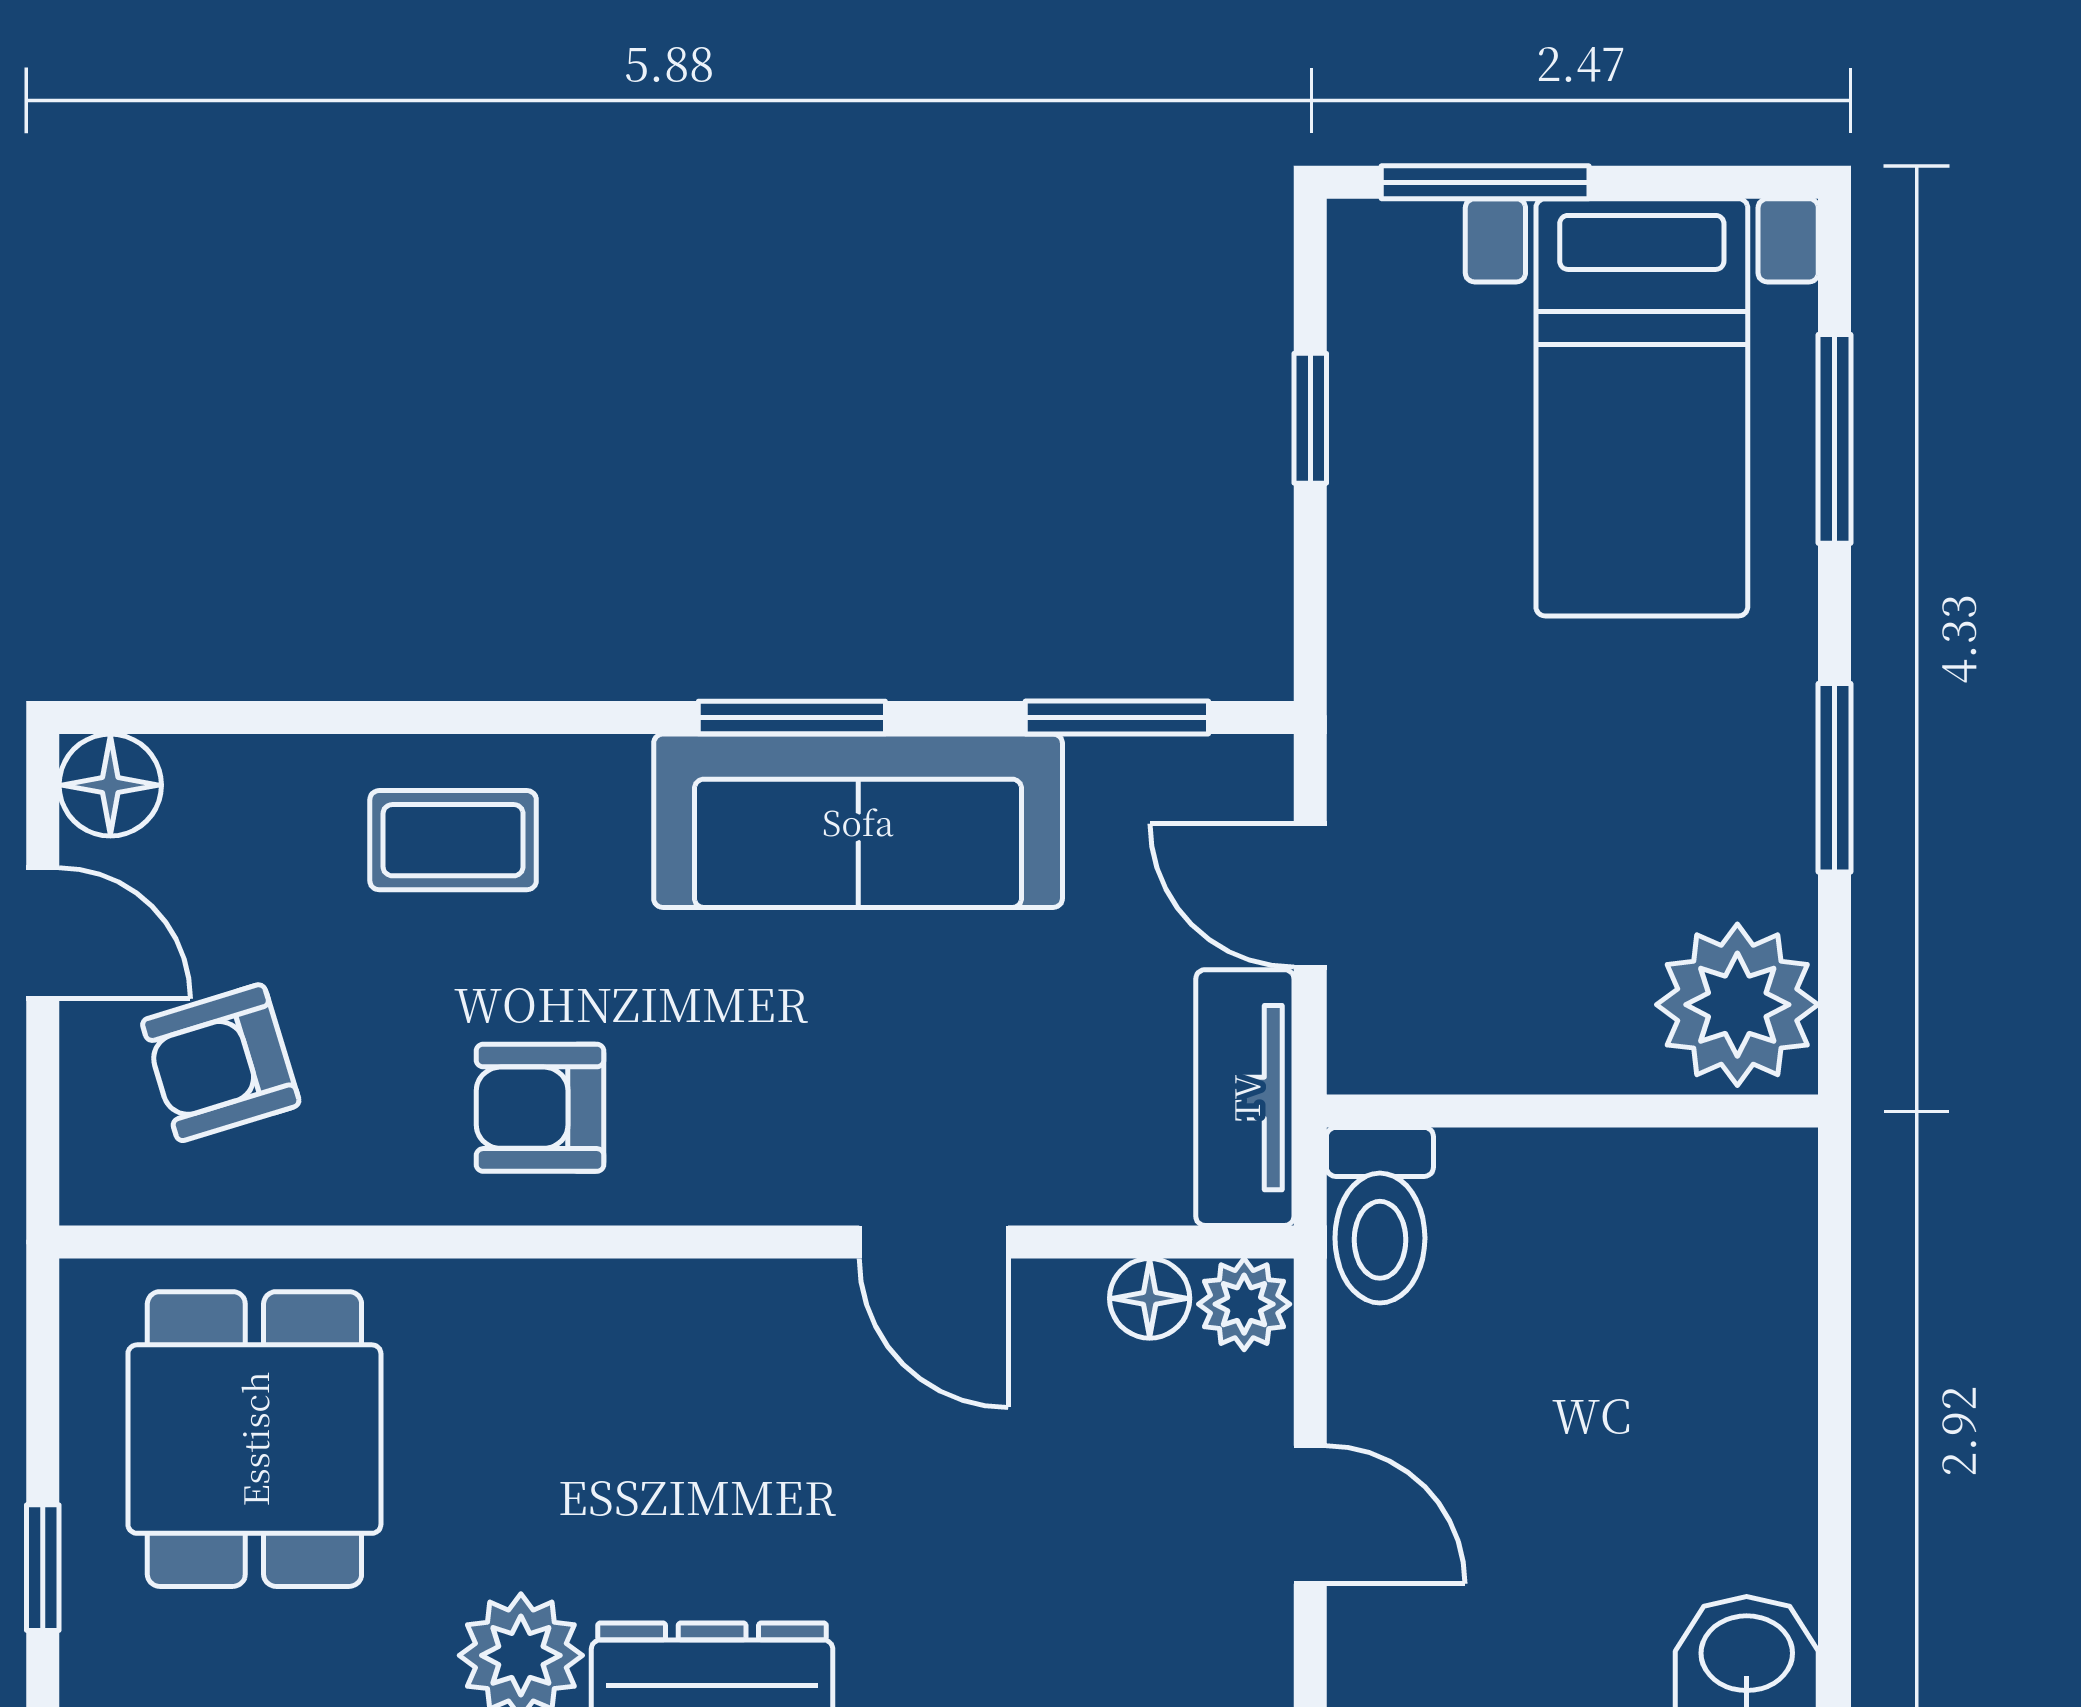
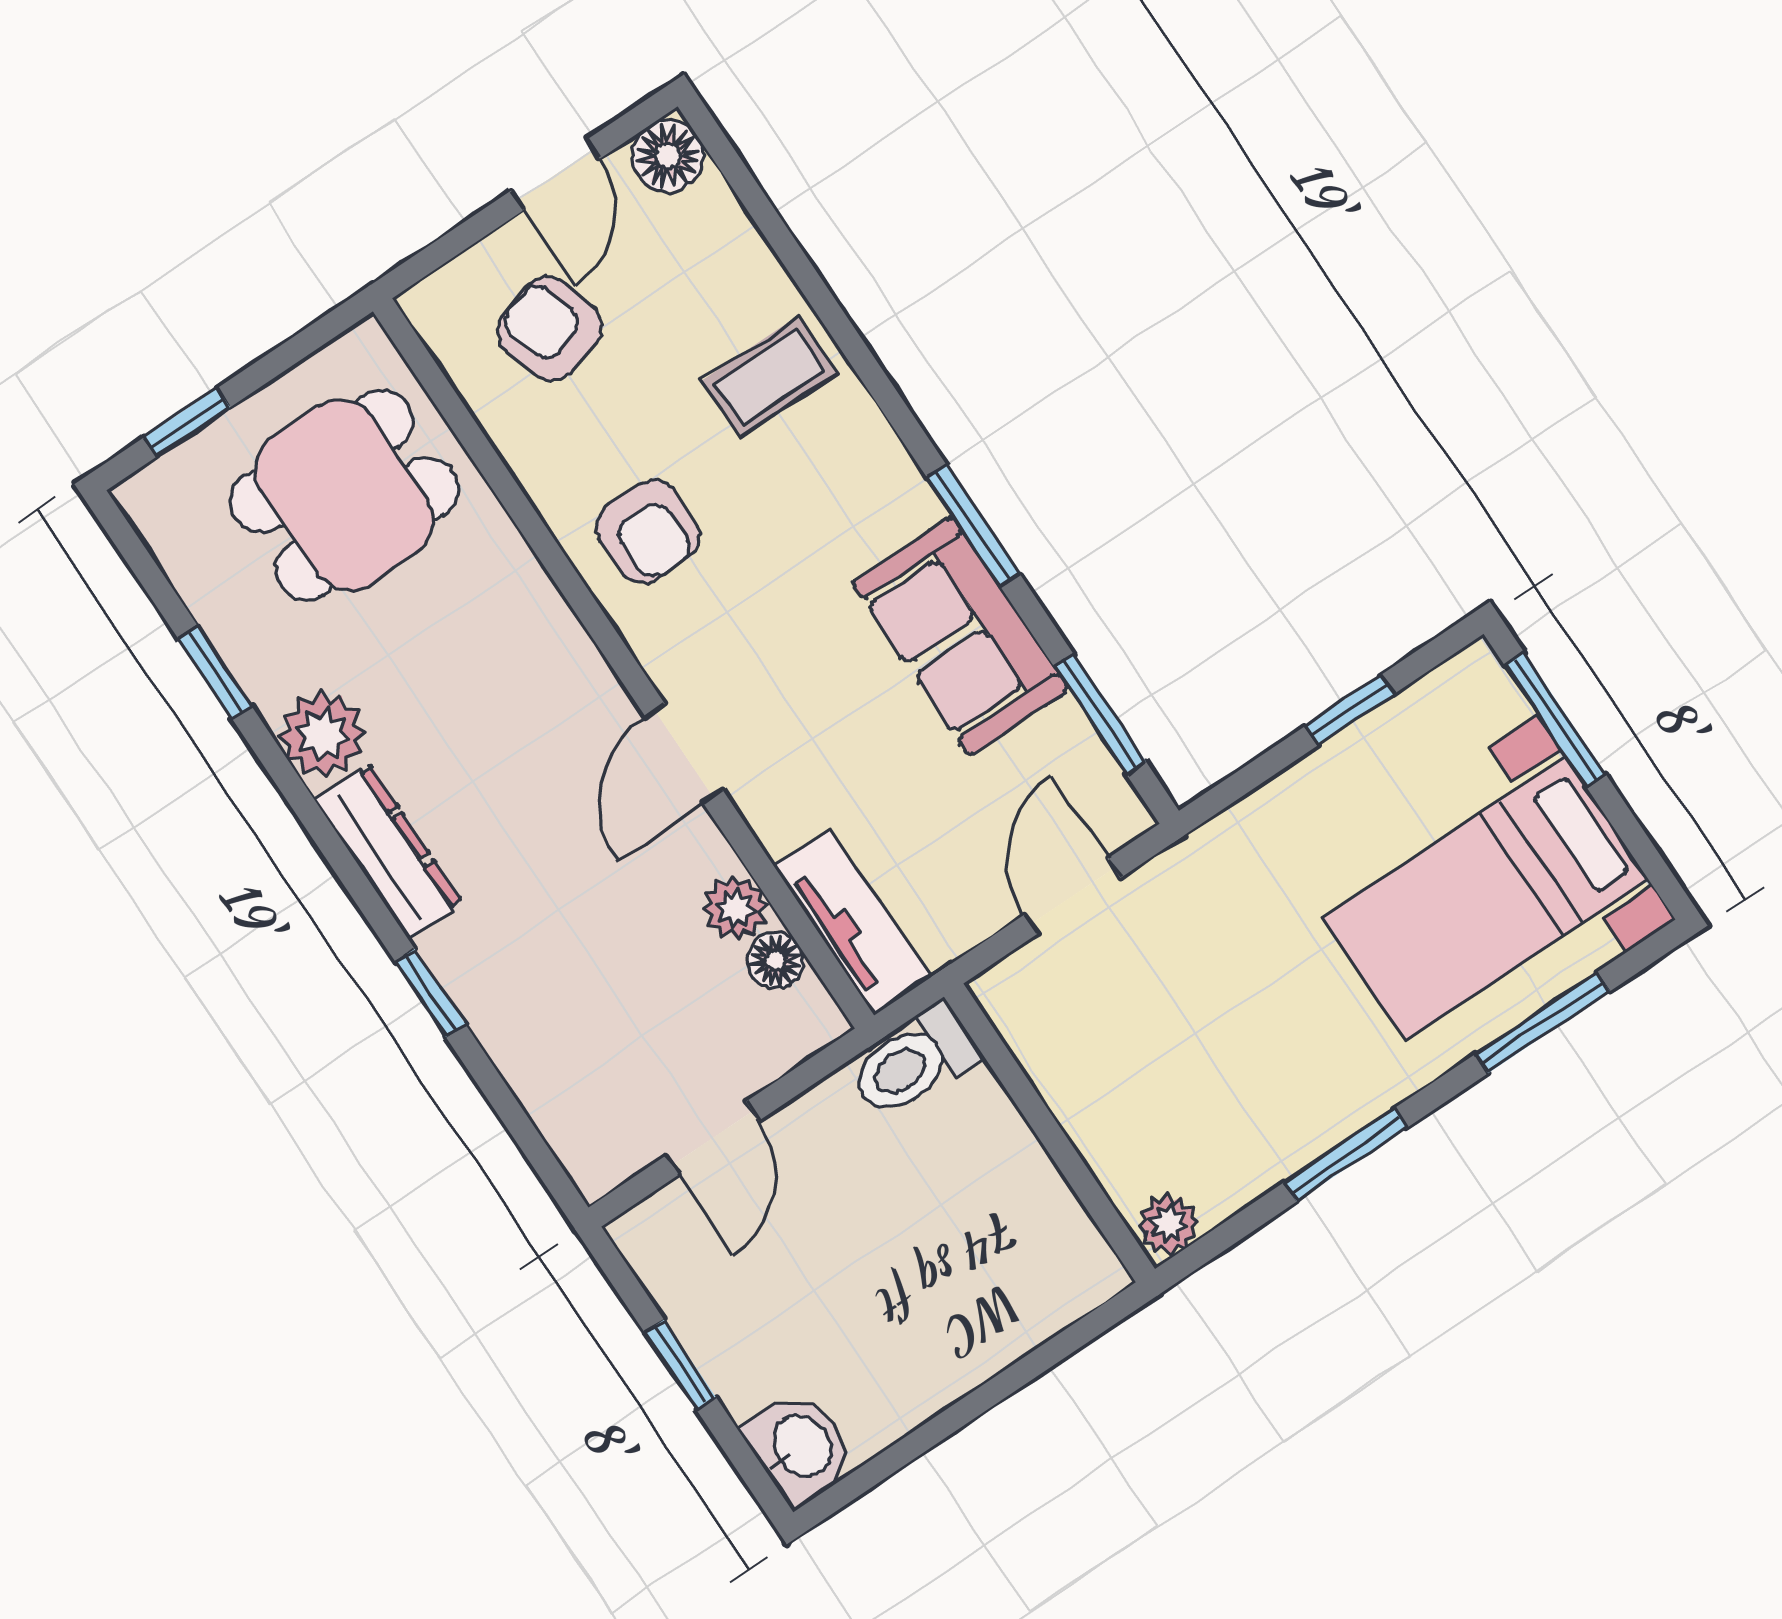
sofa: (858, 821) -> (960, 636), width x0.73
coffee table: (453, 840) -> (770, 377), turned 90
plant: (1737, 1005) -> (1168, 1224), width x0.53, depth x0.53
tv unit: (1245, 1098) -> (852, 922), moved, turned 90
armchair: (540, 1108) -> (648, 532), turned 180
door: (934, 1242) -> (684, 754), moved
plant: (1244, 1304) -> (735, 908), moved

